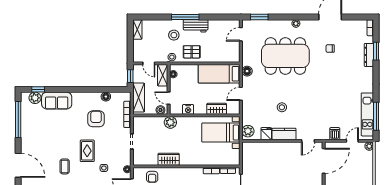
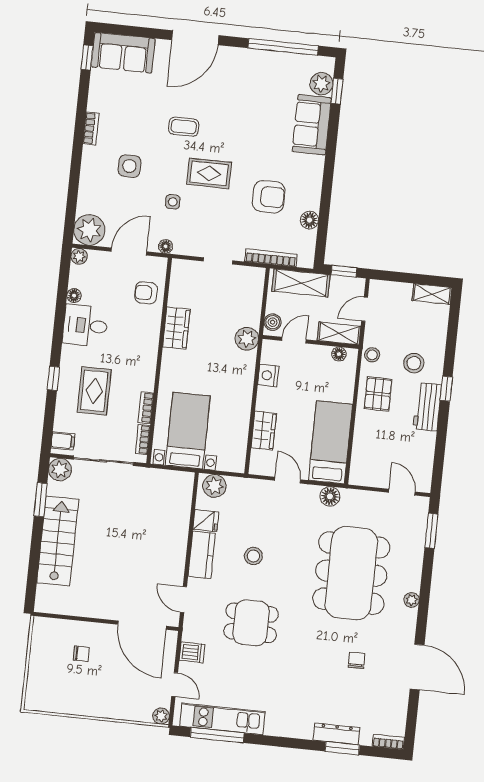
window: (185, 17) -> (446, 389), width x0.46
dining table: (316, 105) -> (251, 623), added
bed with nightstands: (221, 133) -> (188, 431), moved

